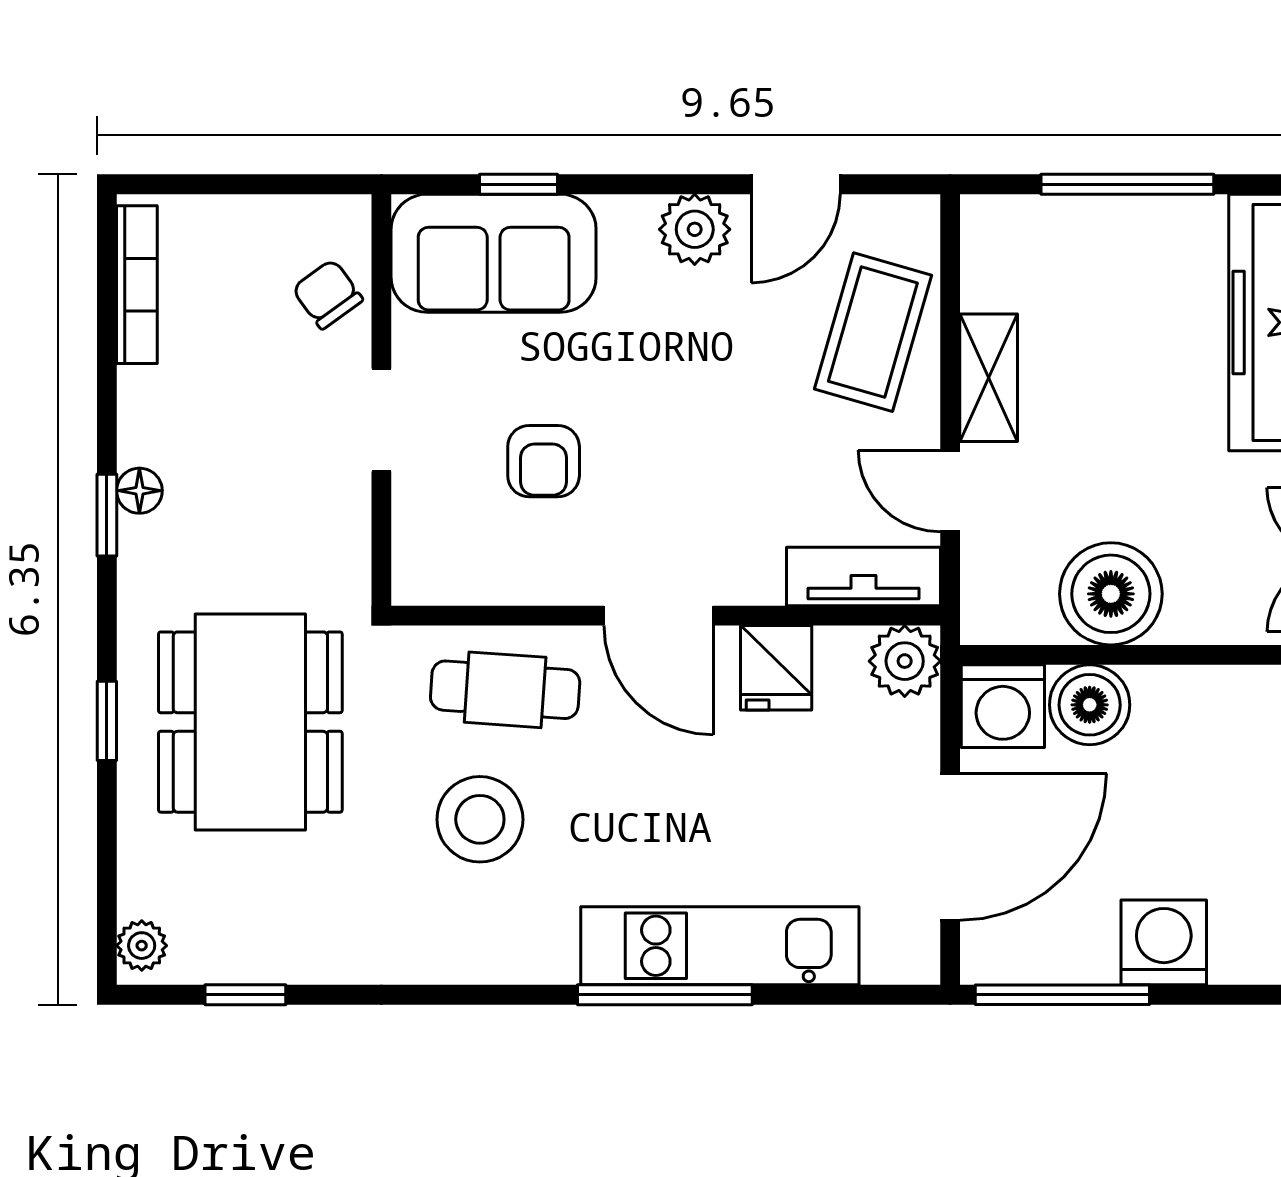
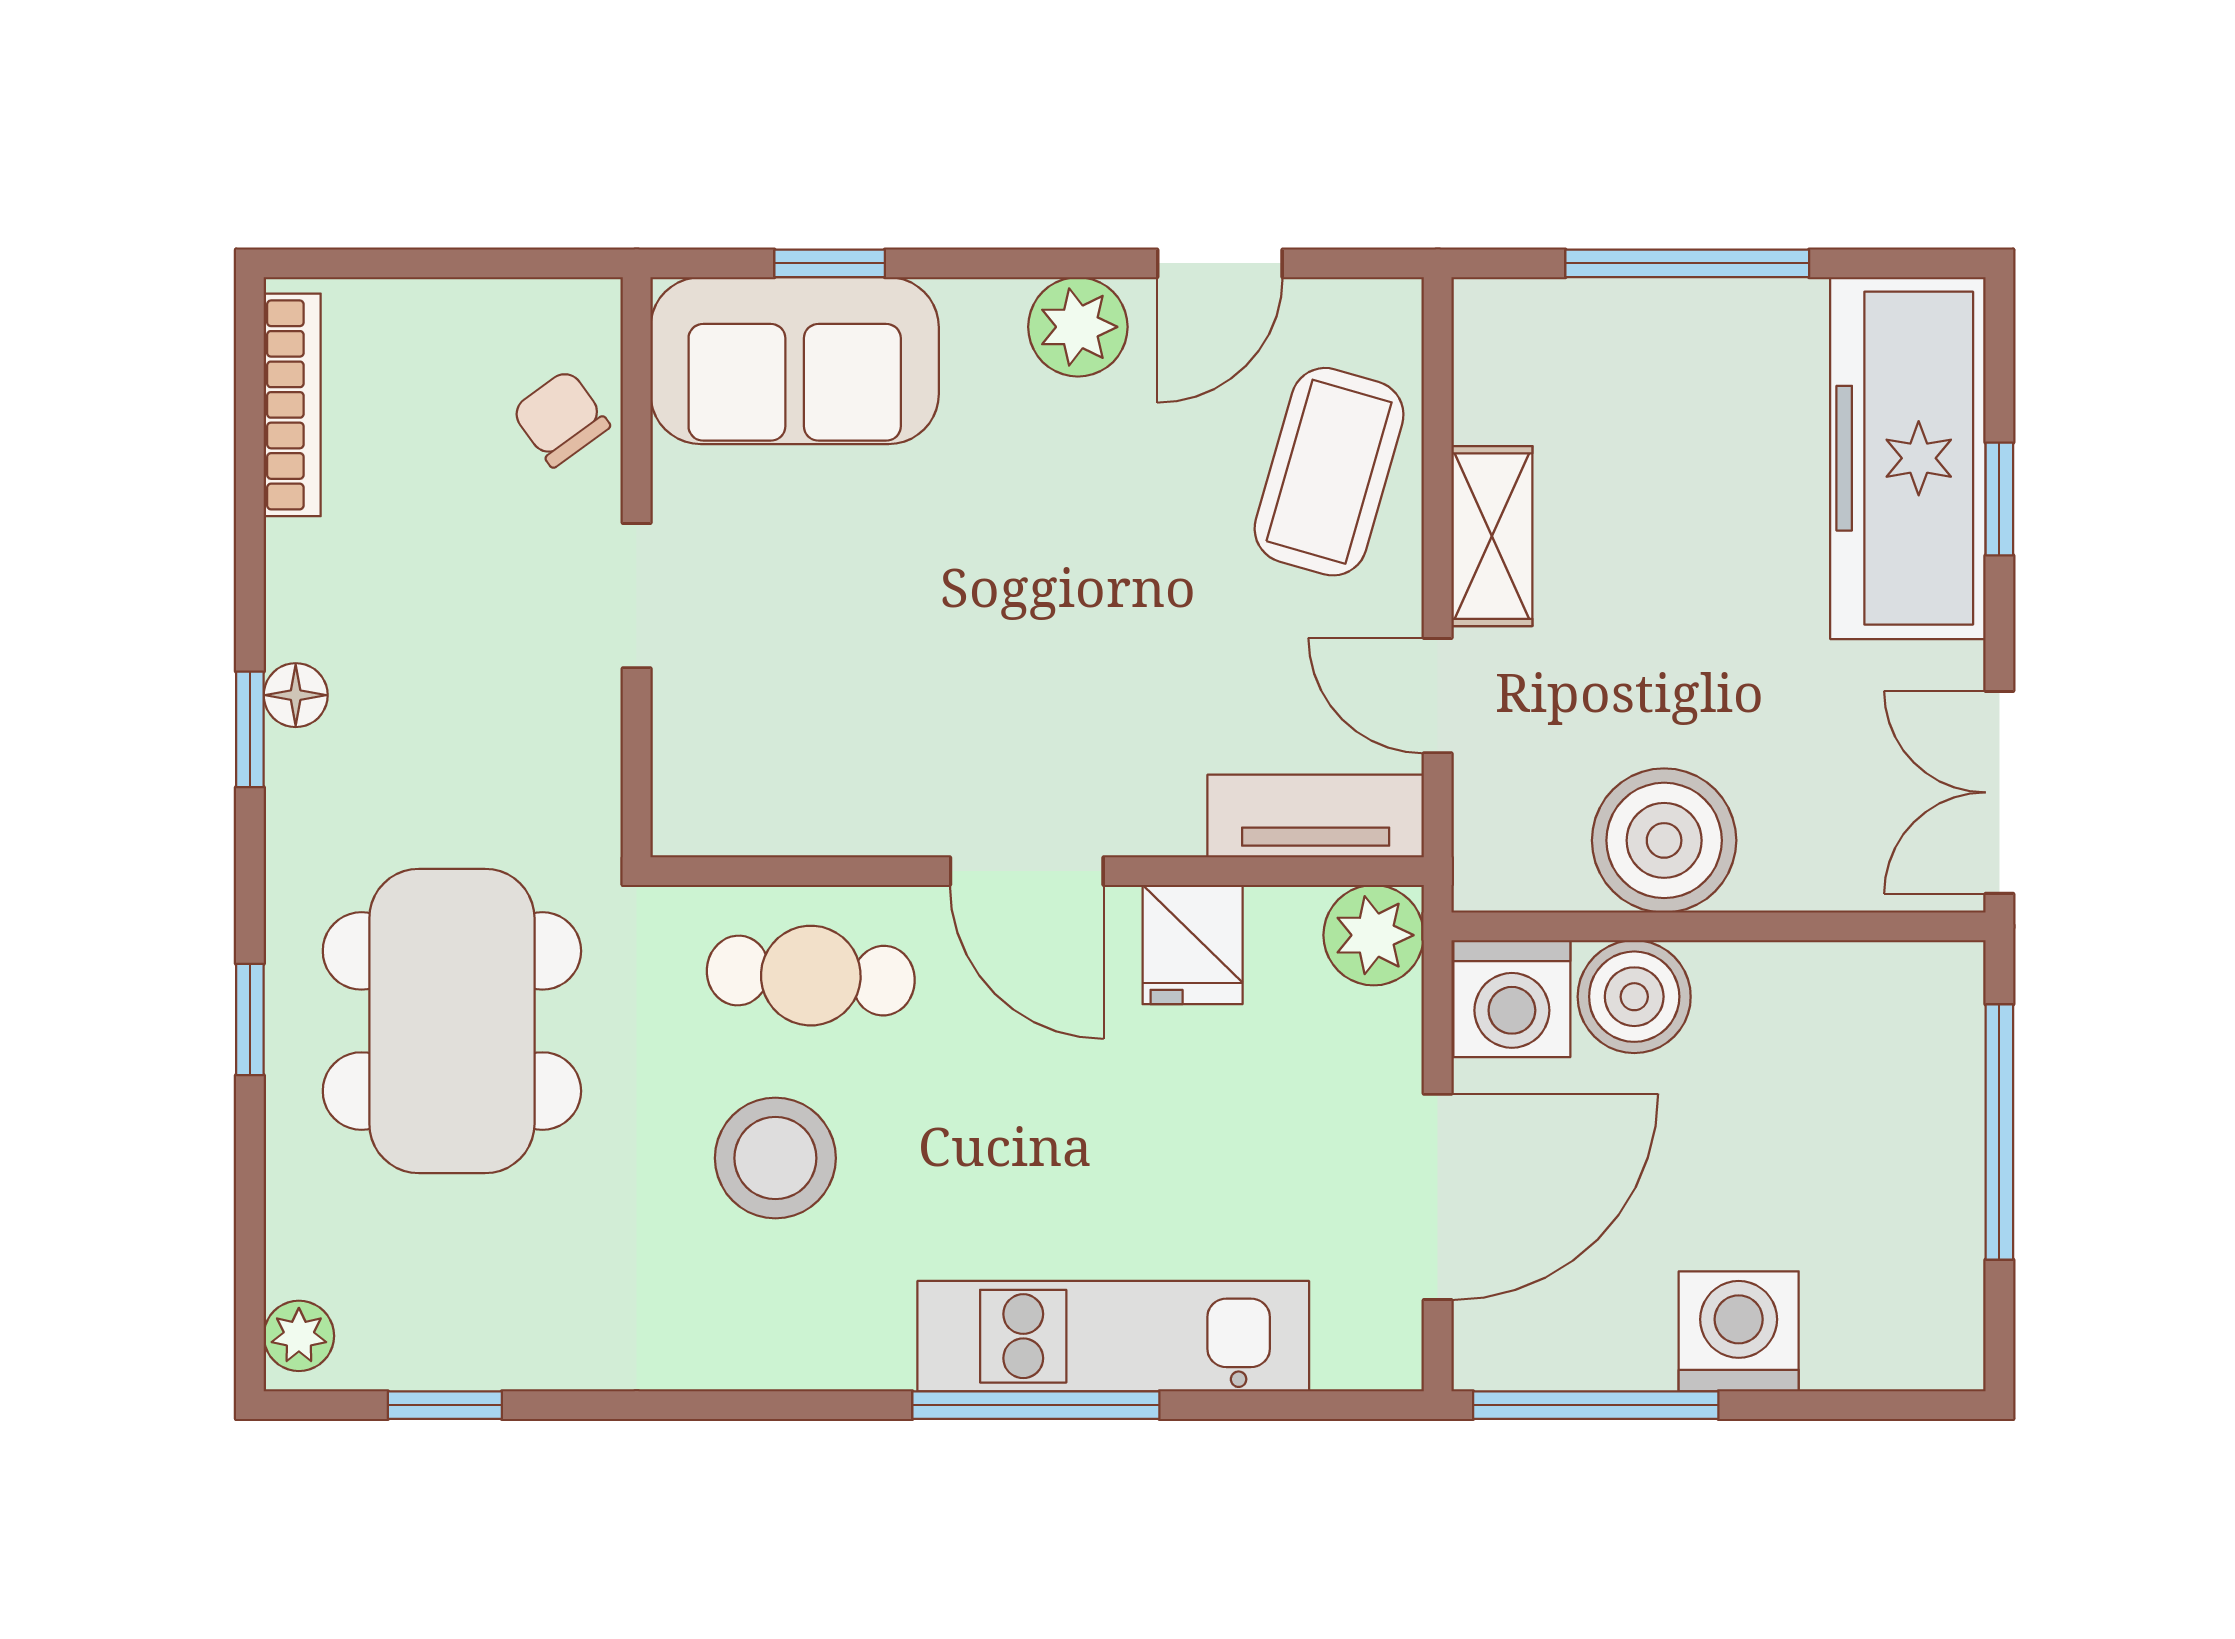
armchair: (544, 461) -> (865, 653), removed

